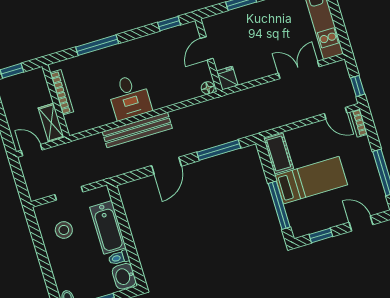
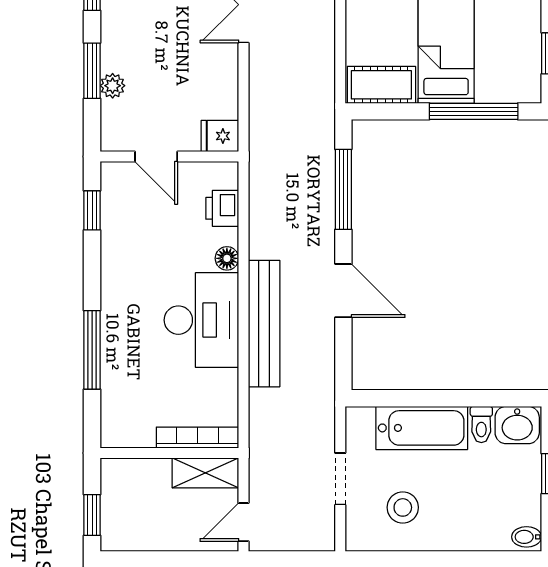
plant: (237, 15) -> (113, 86), added
floor lamp: (208, 88) -> (227, 258), moved
printer: (190, 91) -> (222, 208), added
bookcase: (62, 92) -> (197, 438), moved
desk: (129, 97) -> (201, 320), width x1.37

